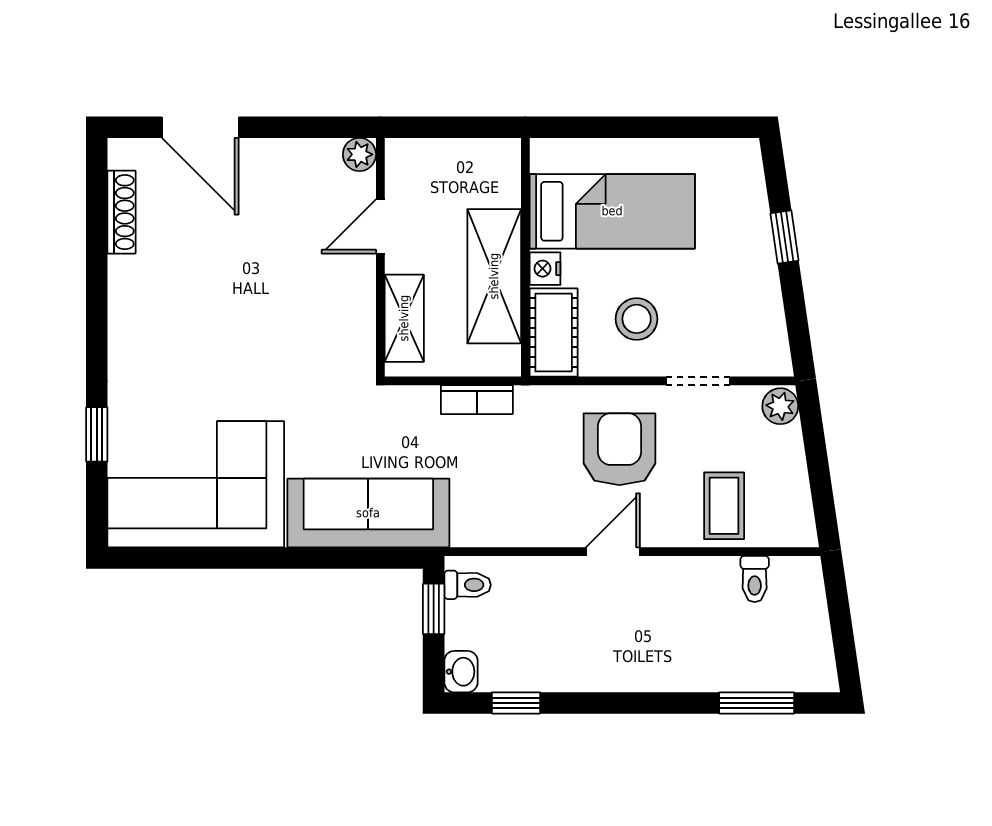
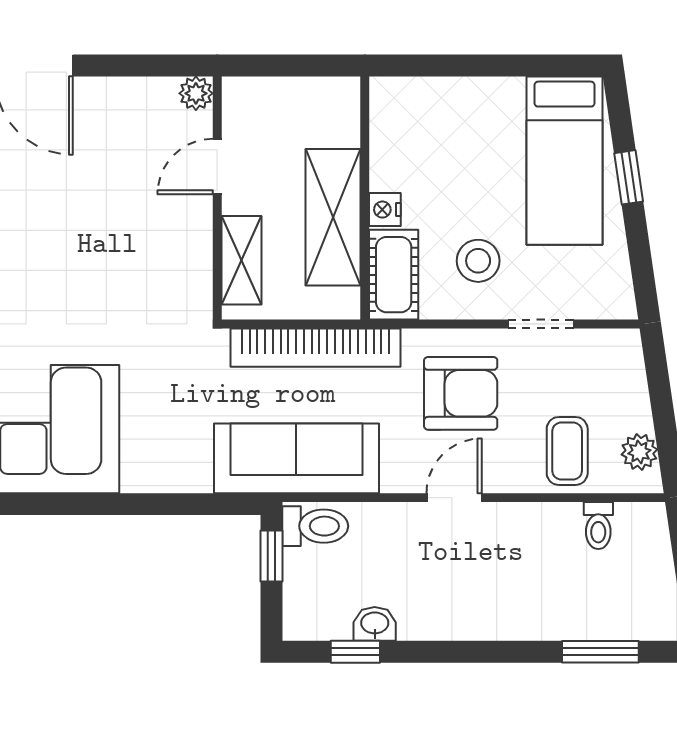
bed: (612, 211) -> (565, 161), moved, turned 90
bookcase: (477, 400) -> (316, 348), width x2.31, depth x1.31
plant: (780, 406) -> (639, 452), moved
armchair: (619, 449) -> (461, 393), turned 90
sofa: (368, 513) -> (296, 458), moved
toilet: (468, 585) -> (315, 526), width x1.37, depth x1.39
washbasin: (461, 672) -> (375, 624), moved, turned -90

